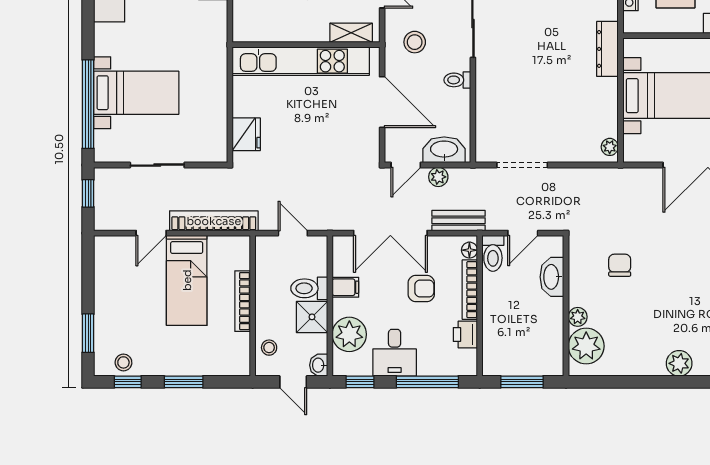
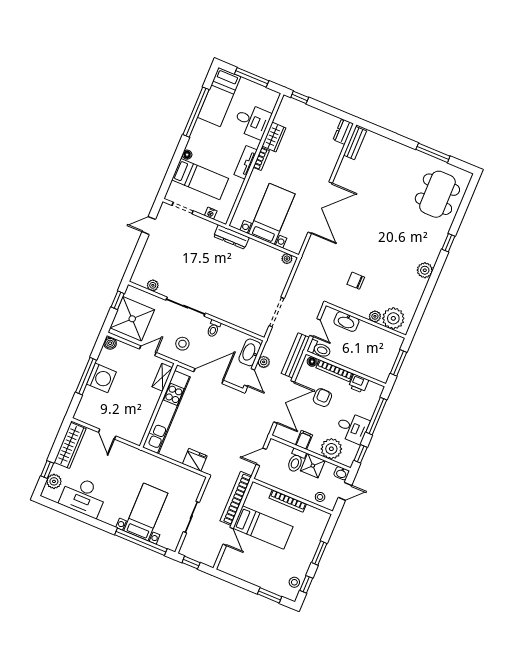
bench: (458, 221) -> (295, 355), width x1.36

